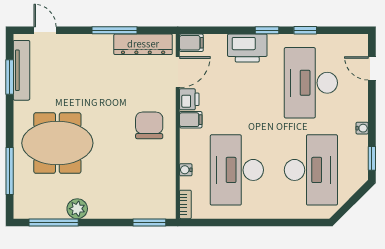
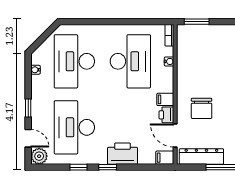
plant: (357, 45) -> (39, 156), added
door: (178, 72) -> (175, 135), hinge flipped
desk: (311, 83) -> (74, 127), turned 180
chair: (149, 125) -> (202, 108), moved
water cooler: (362, 128) -> (35, 70), moved
window: (372, 158) -> (28, 108), moved

